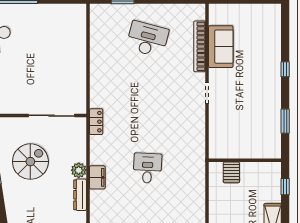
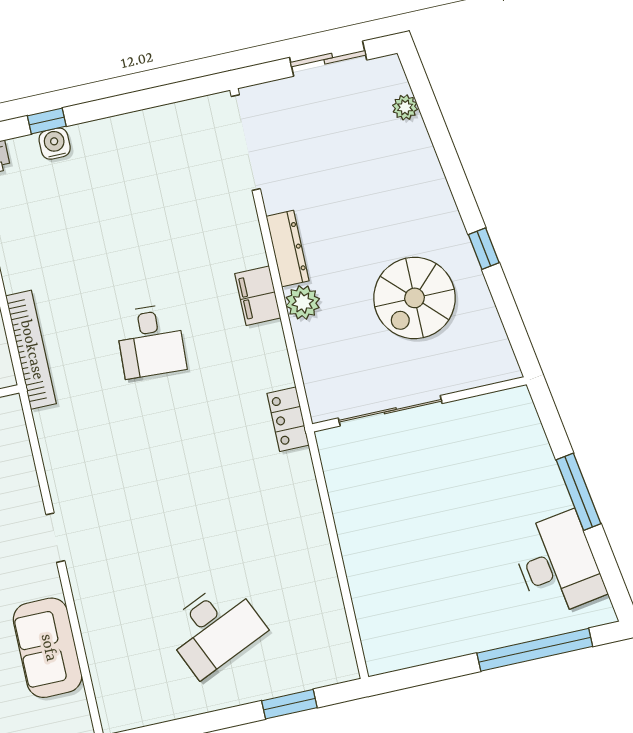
desk: (147, 39) -> (214, 629), turned -39
bookcase: (200, 46) -> (31, 350), moved

